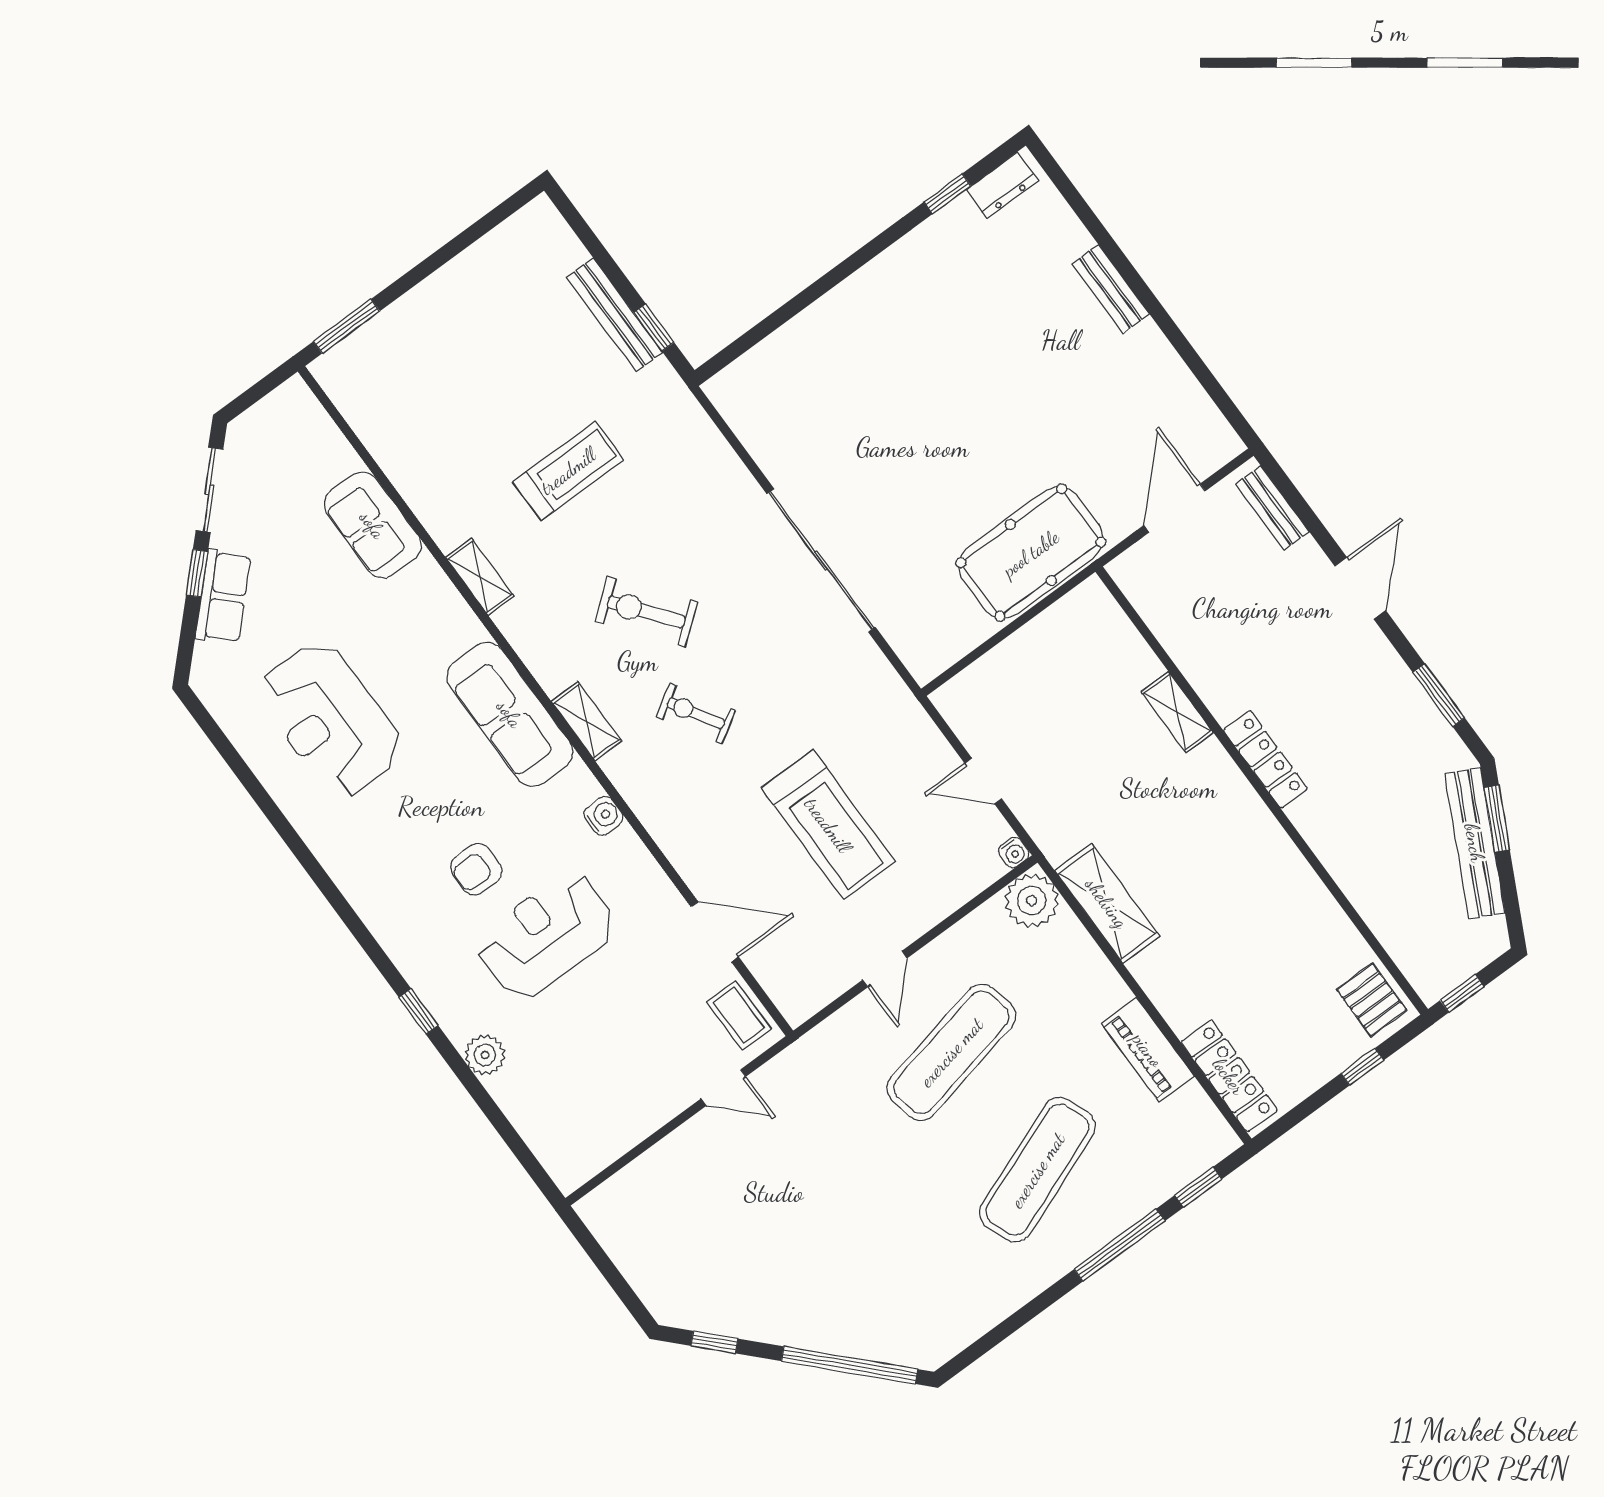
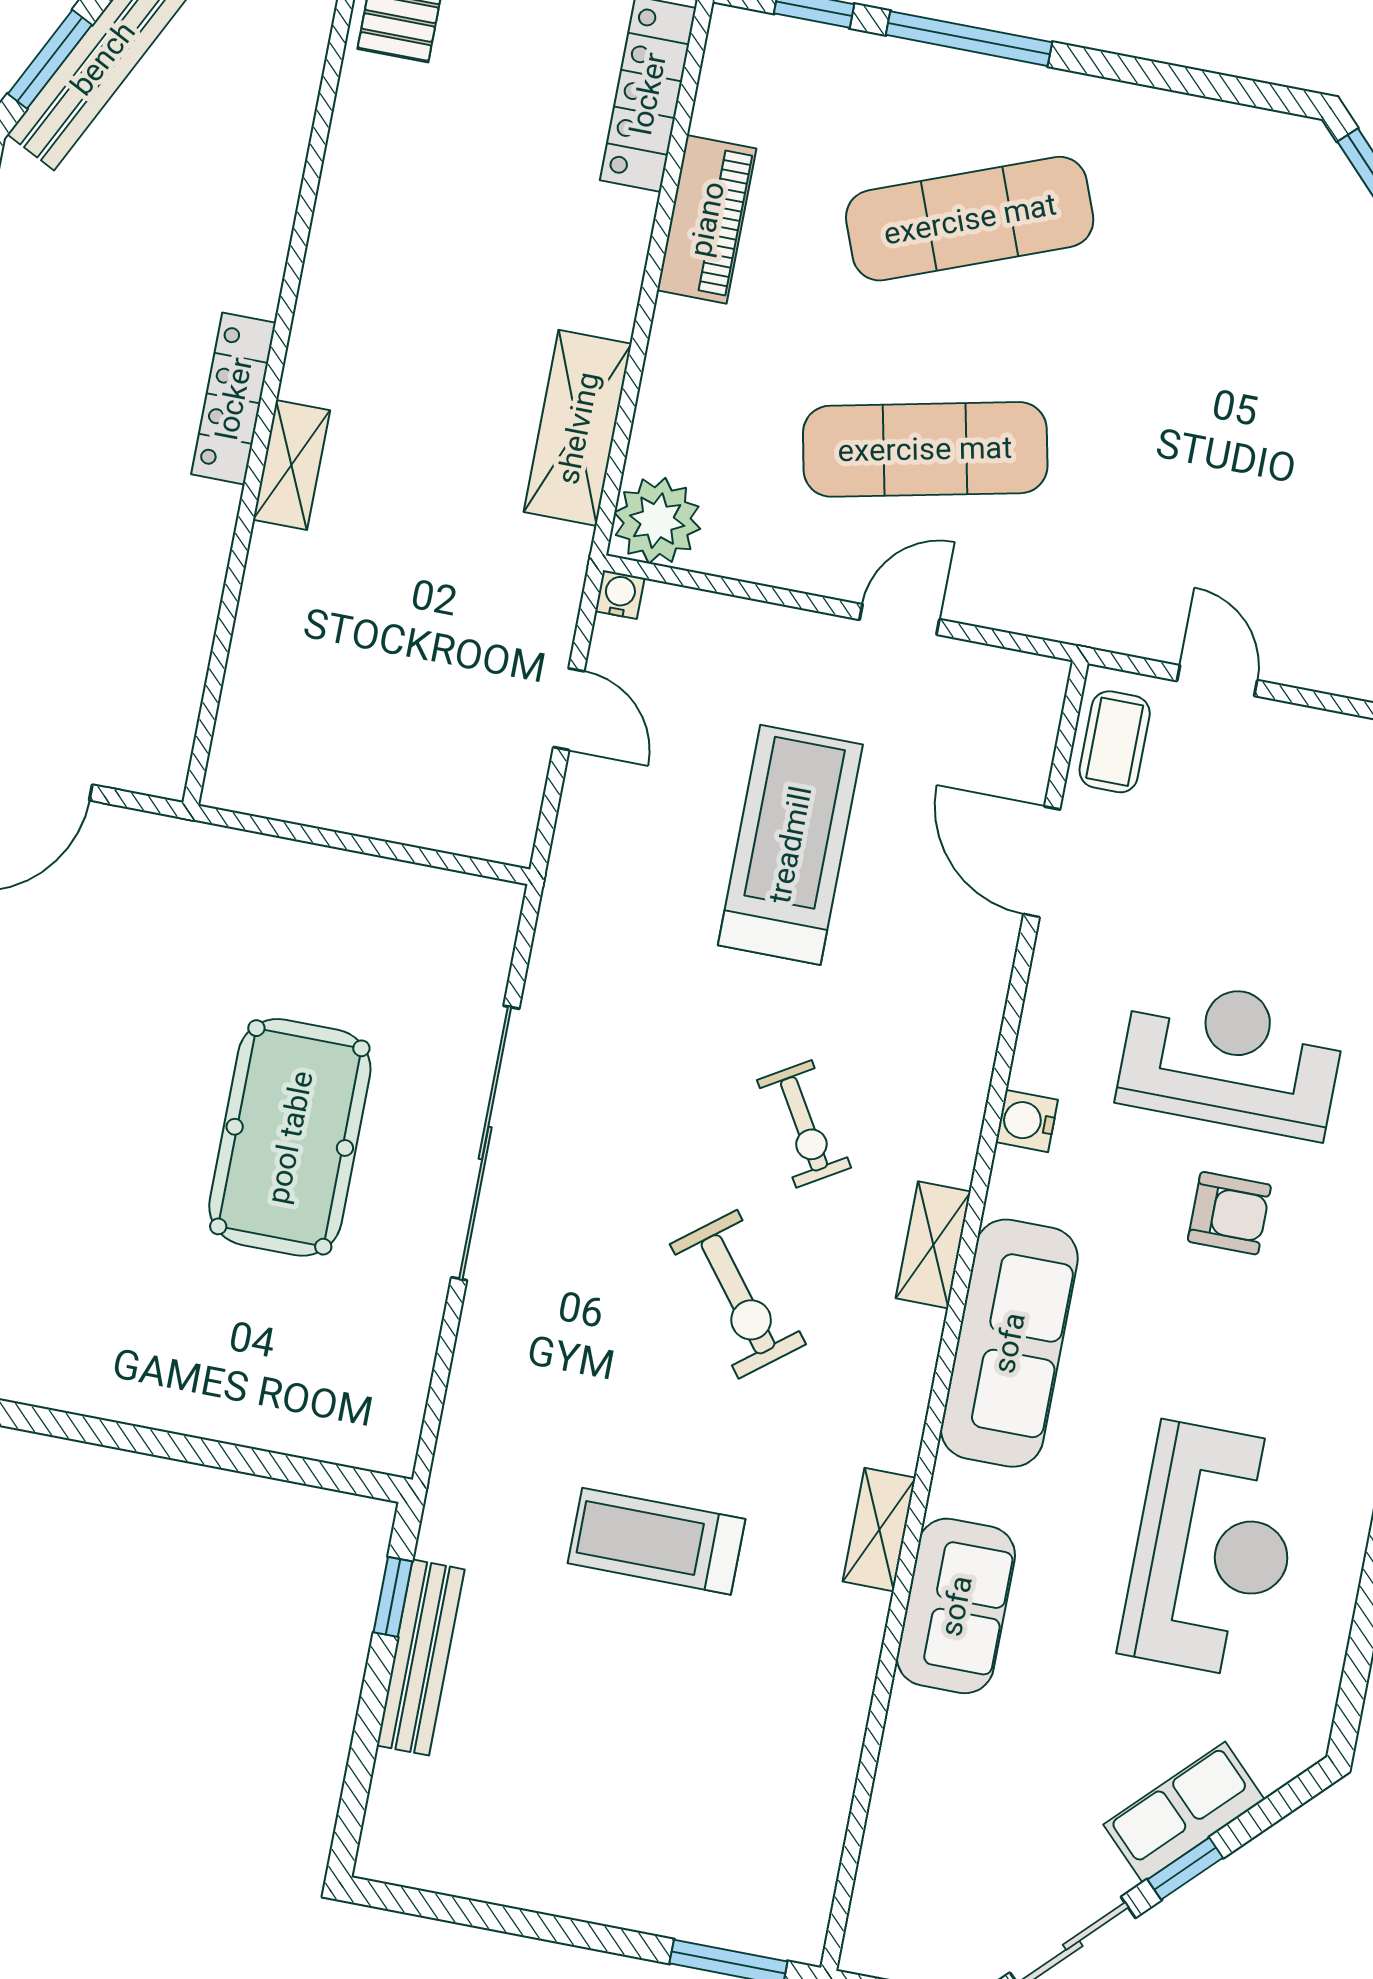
sofa: (373, 525) -> (956, 1606), moved
pool table: (1031, 553) -> (290, 1137), moved, turned 90
shelving: (1177, 712) -> (291, 465), moved
reception desk: (546, 935) -> (1231, 1057), turned 180

